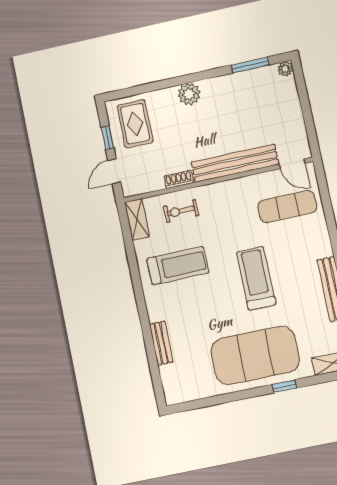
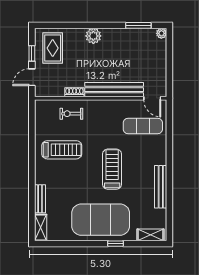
shelving: (137, 219) -> (41, 228), moved

